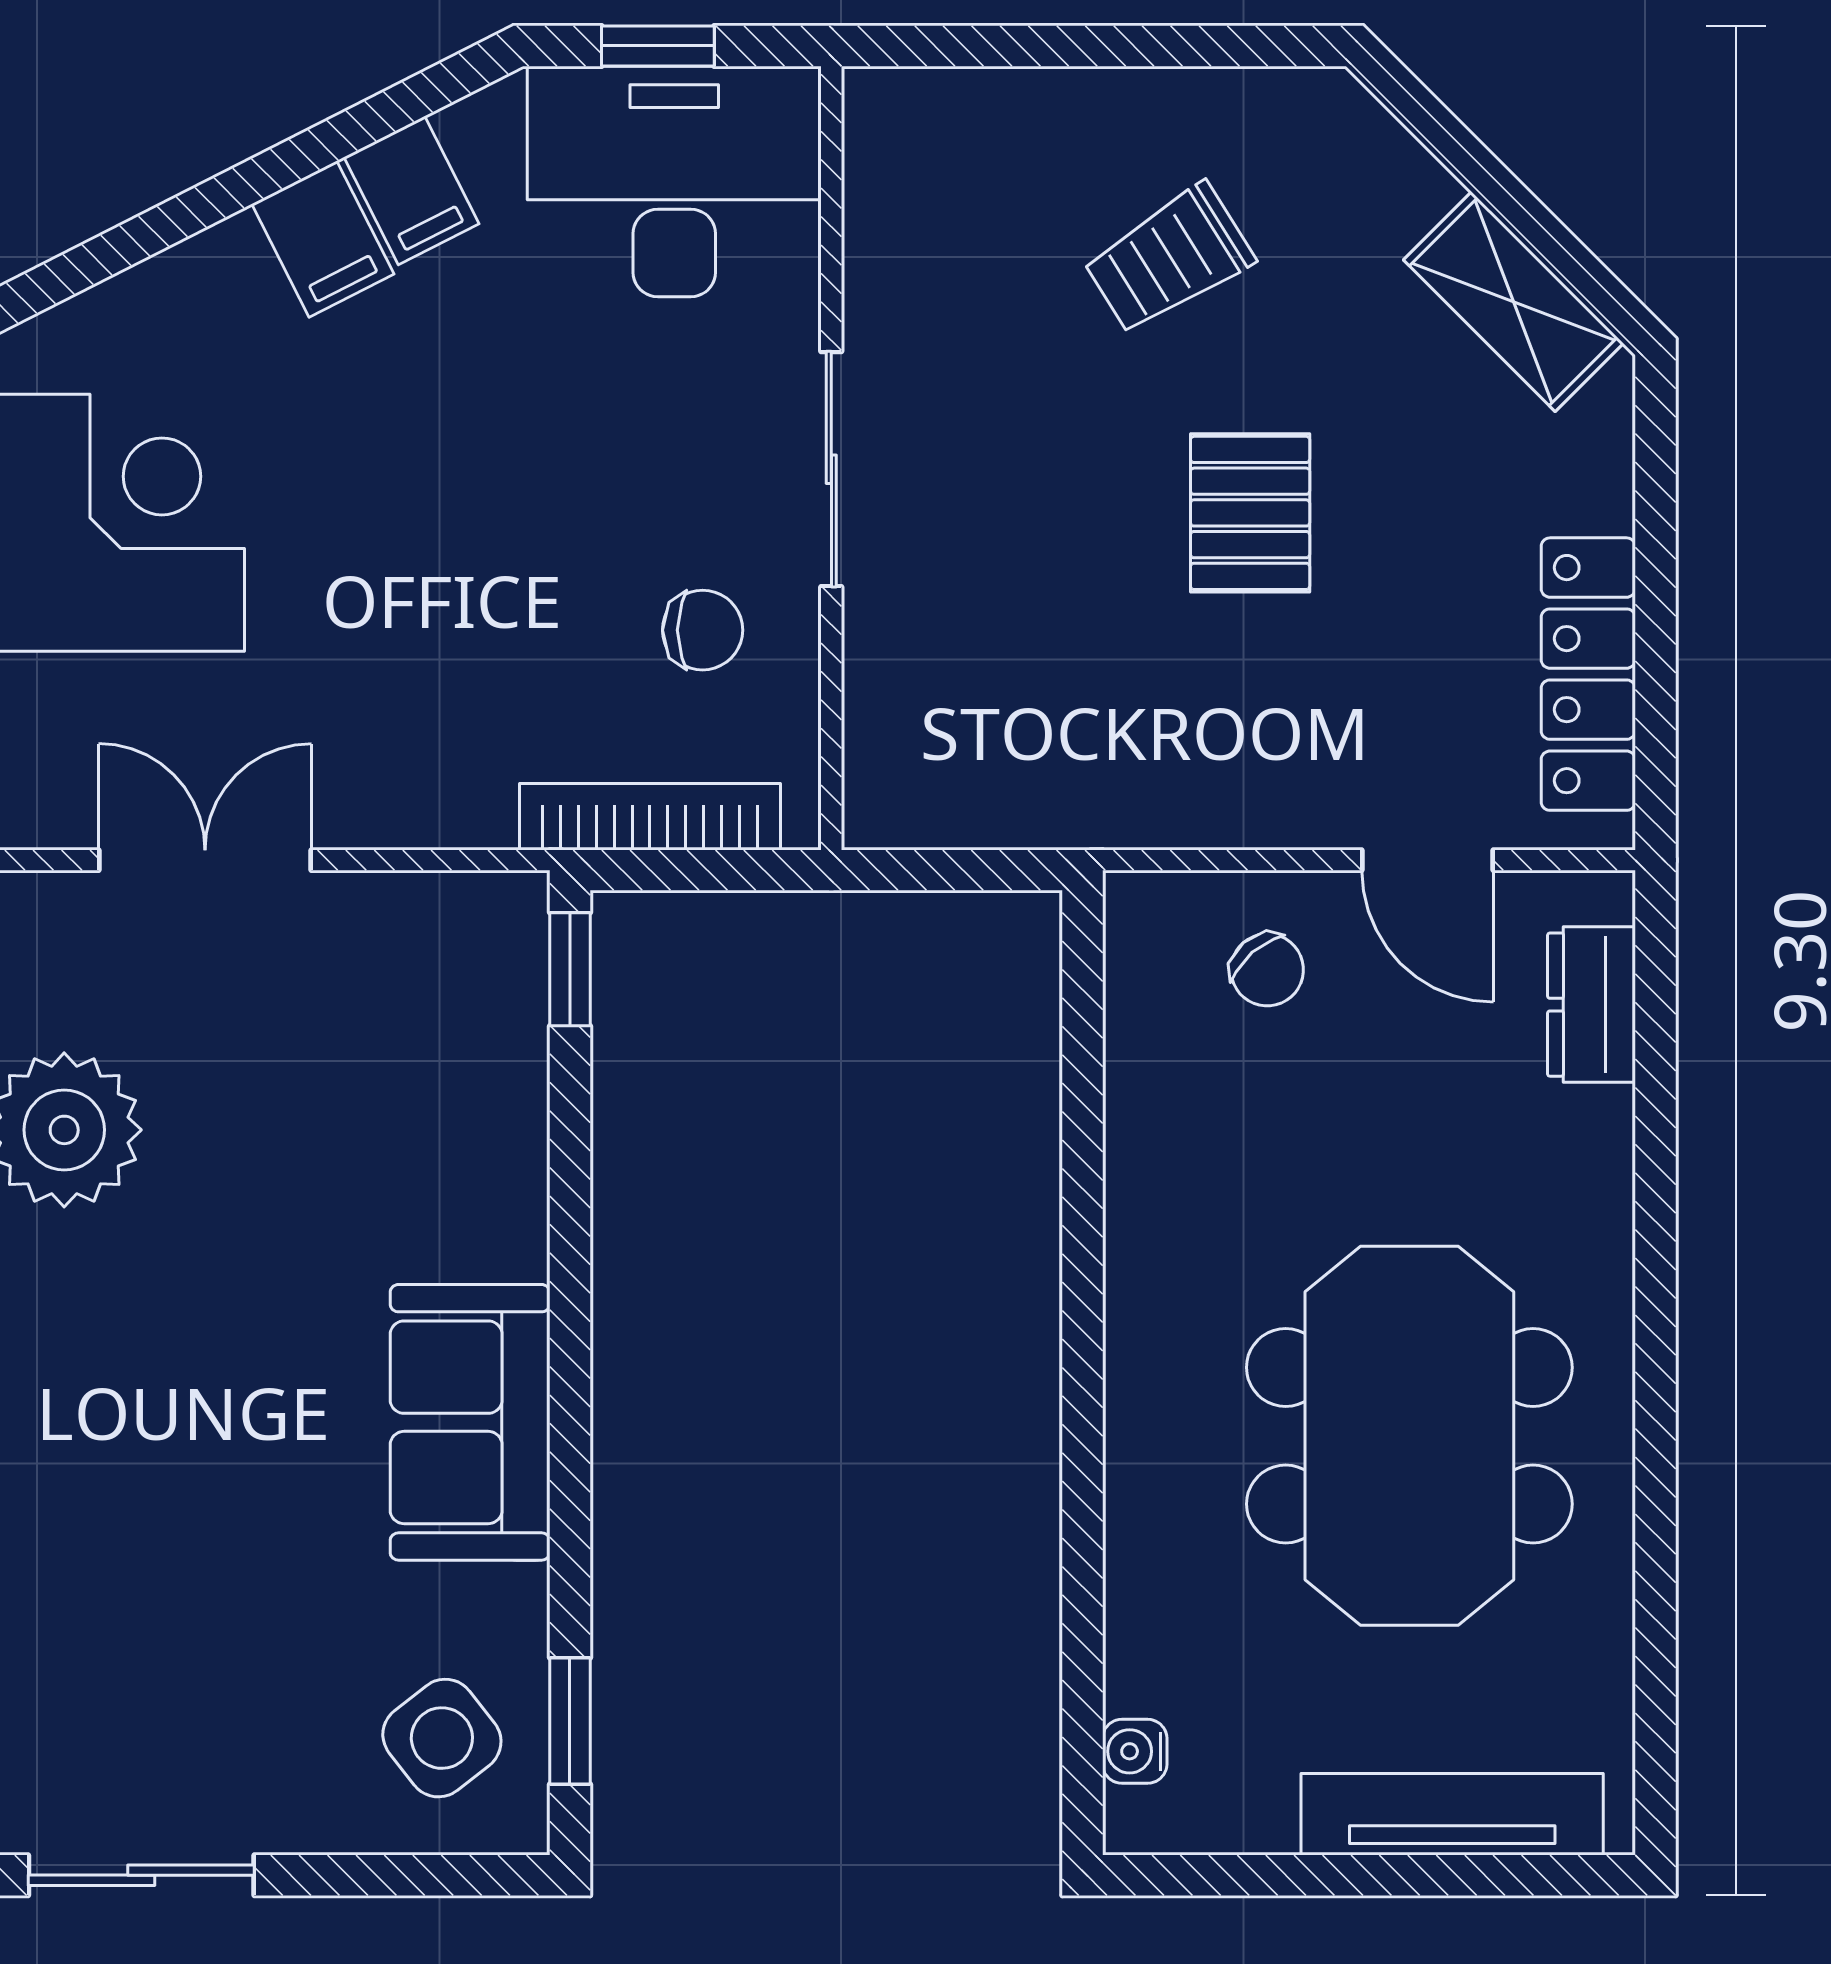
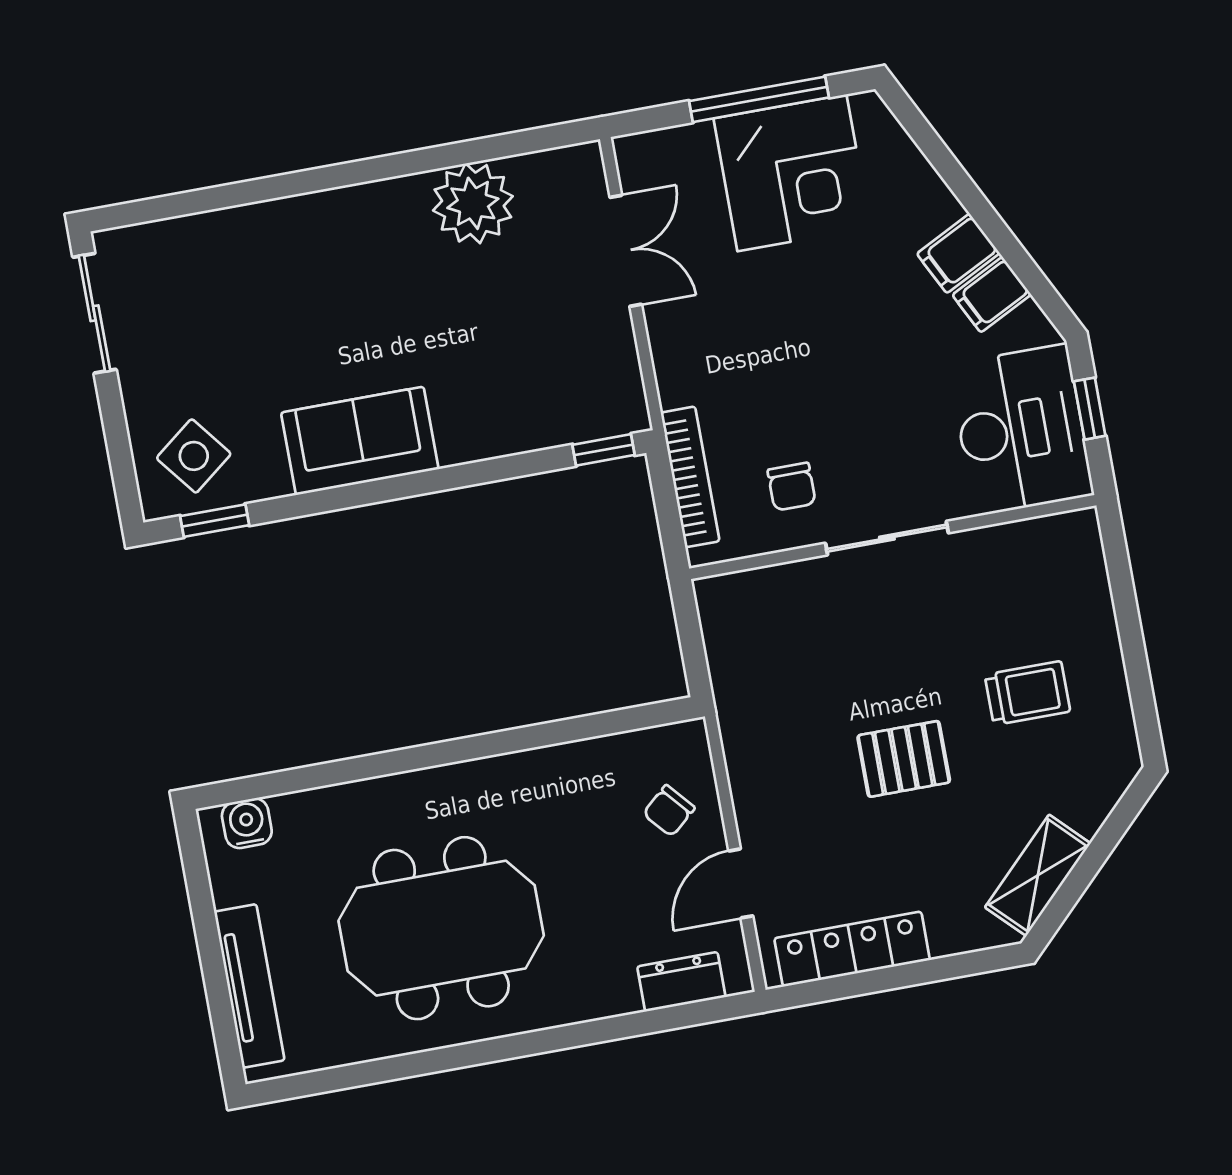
trolley: (1169, 259) -> (1027, 693), turned 122
water cooler: (1135, 1751) -> (247, 823), width x1.38, depth x1.38

